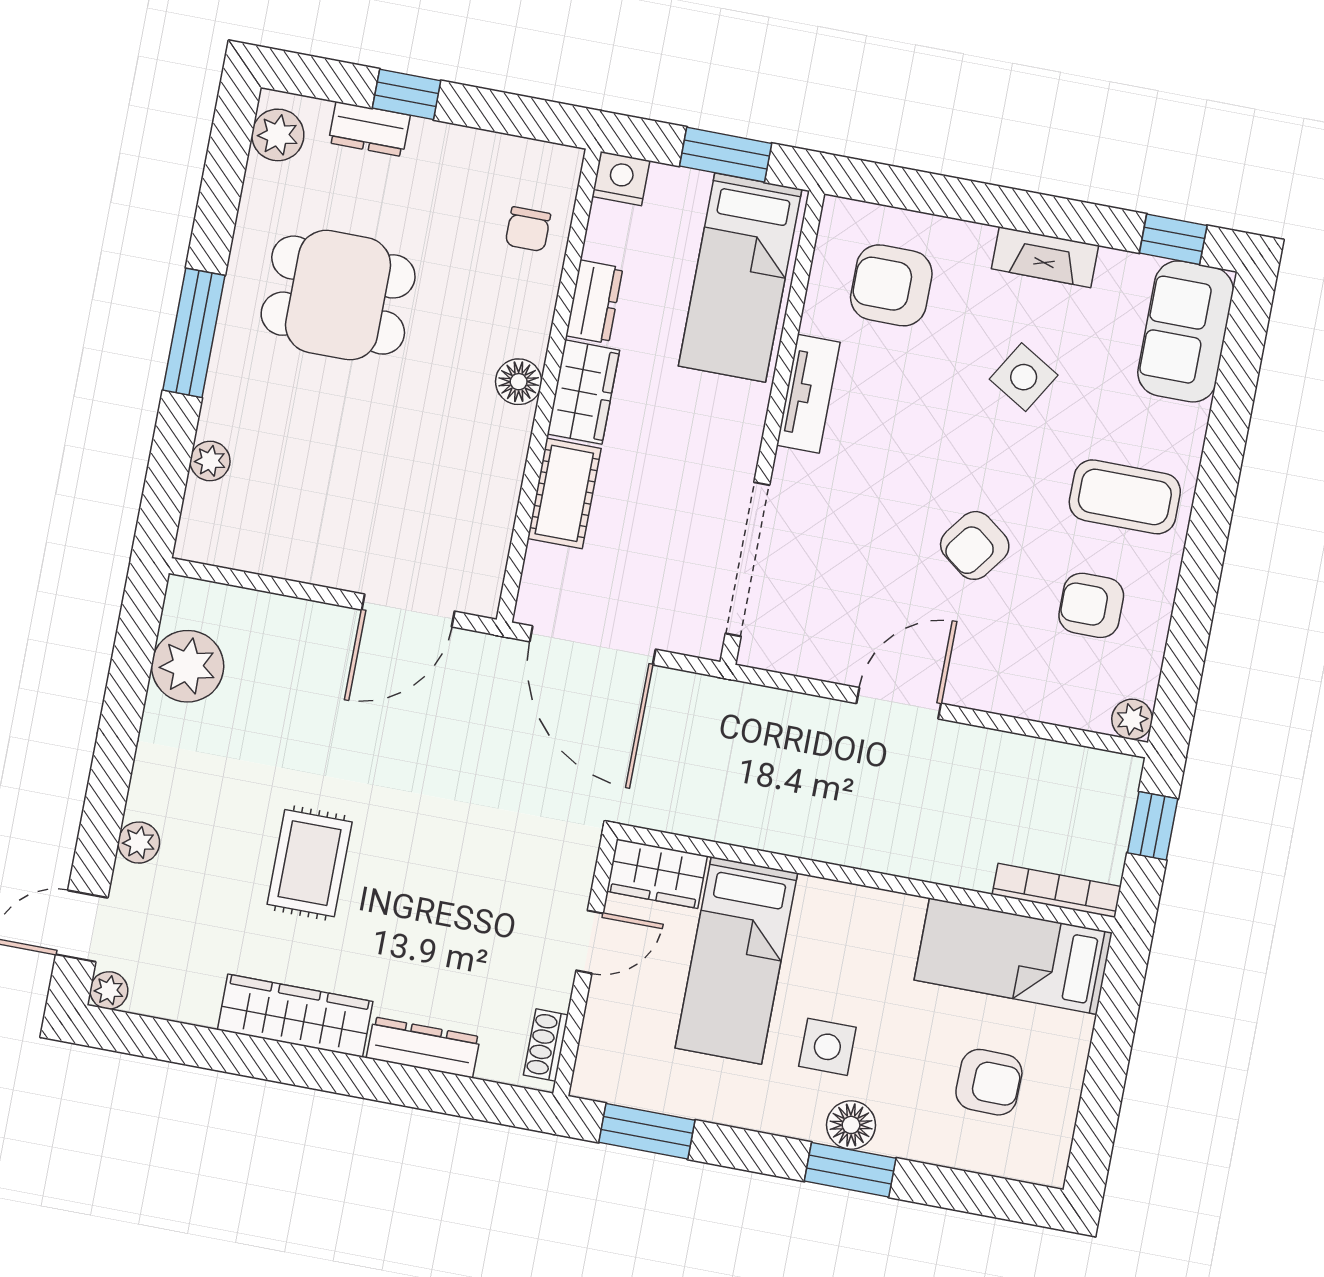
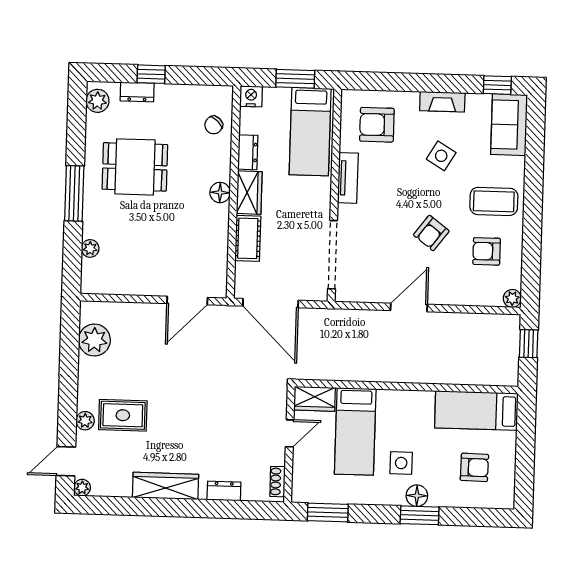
chair: (528, 229) -> (214, 125), turned 43
rug: (310, 863) -> (123, 415), moved, turned 90
bookcase: (1057, 890) -> (491, 379), removed
dresser: (423, 1047) -> (224, 491), width x0.70

